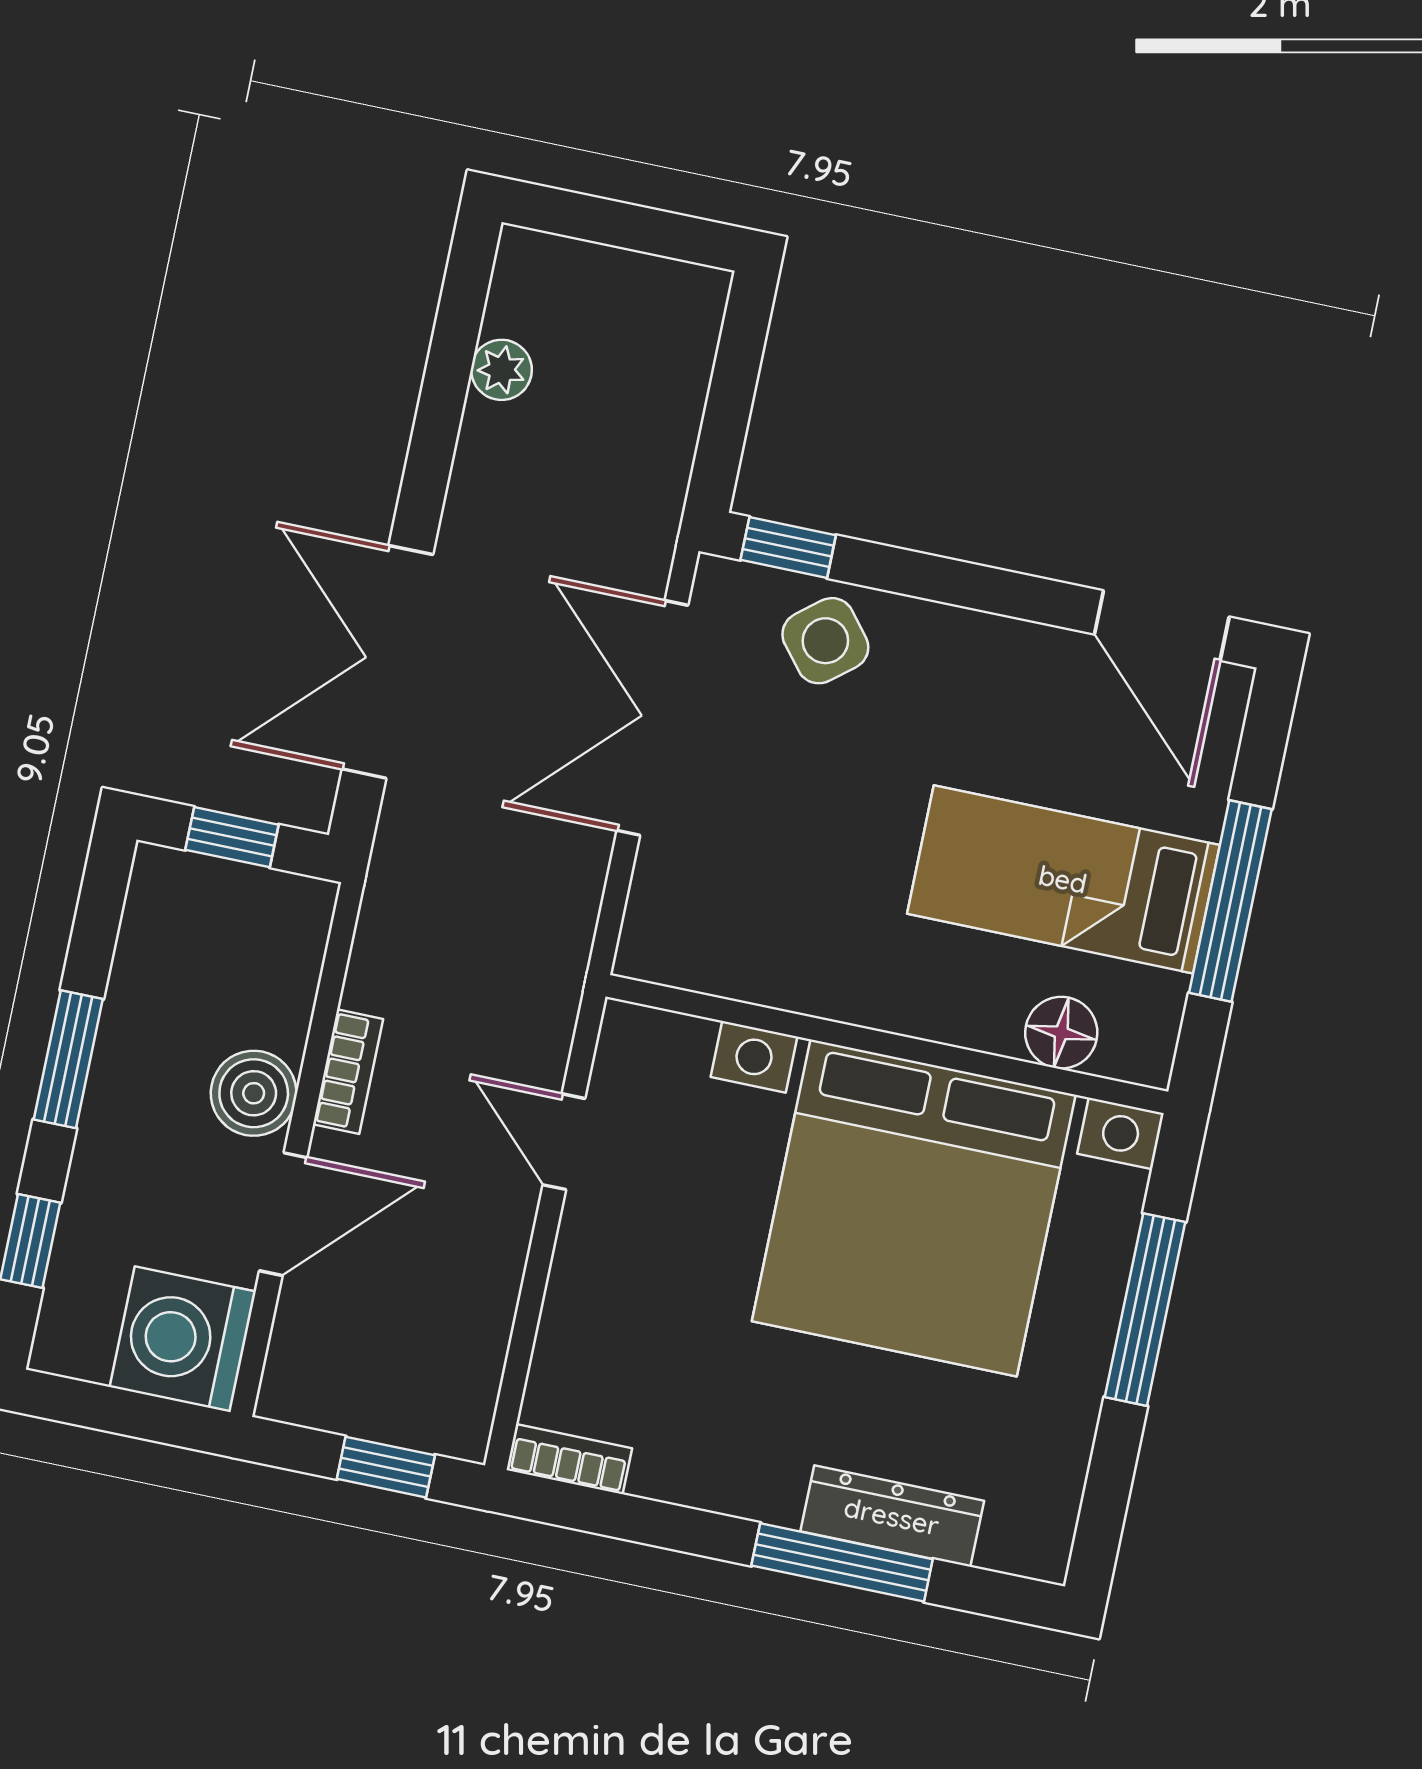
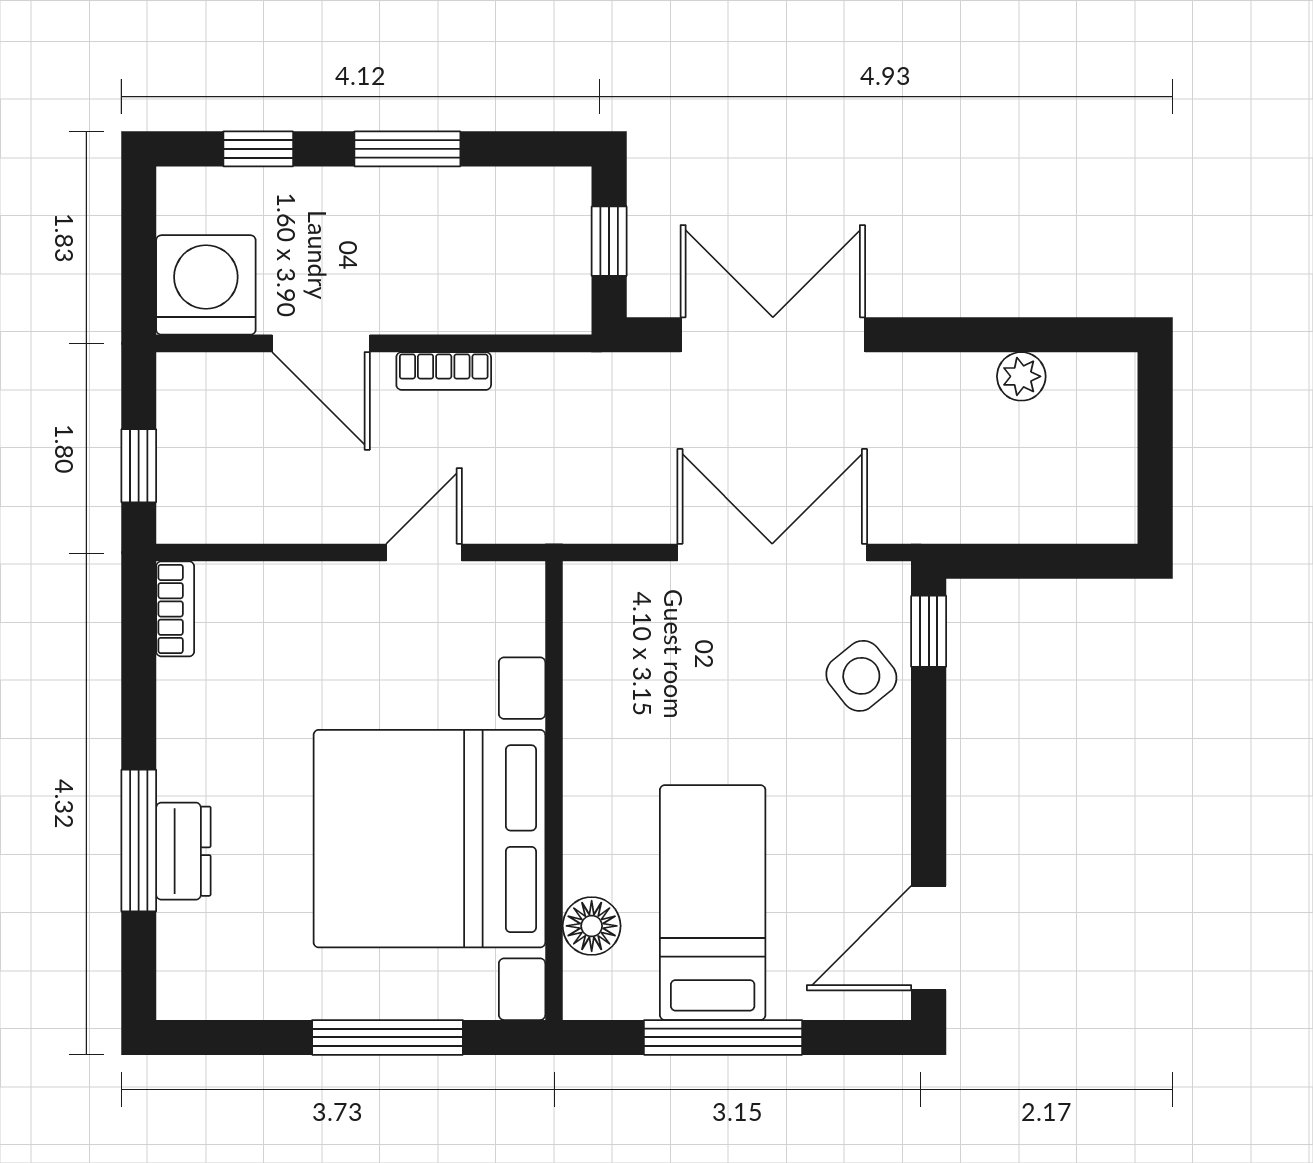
boiler: (254, 1093) -> (411, 300), removed
dresser: (892, 1516) -> (183, 851), width x0.70

